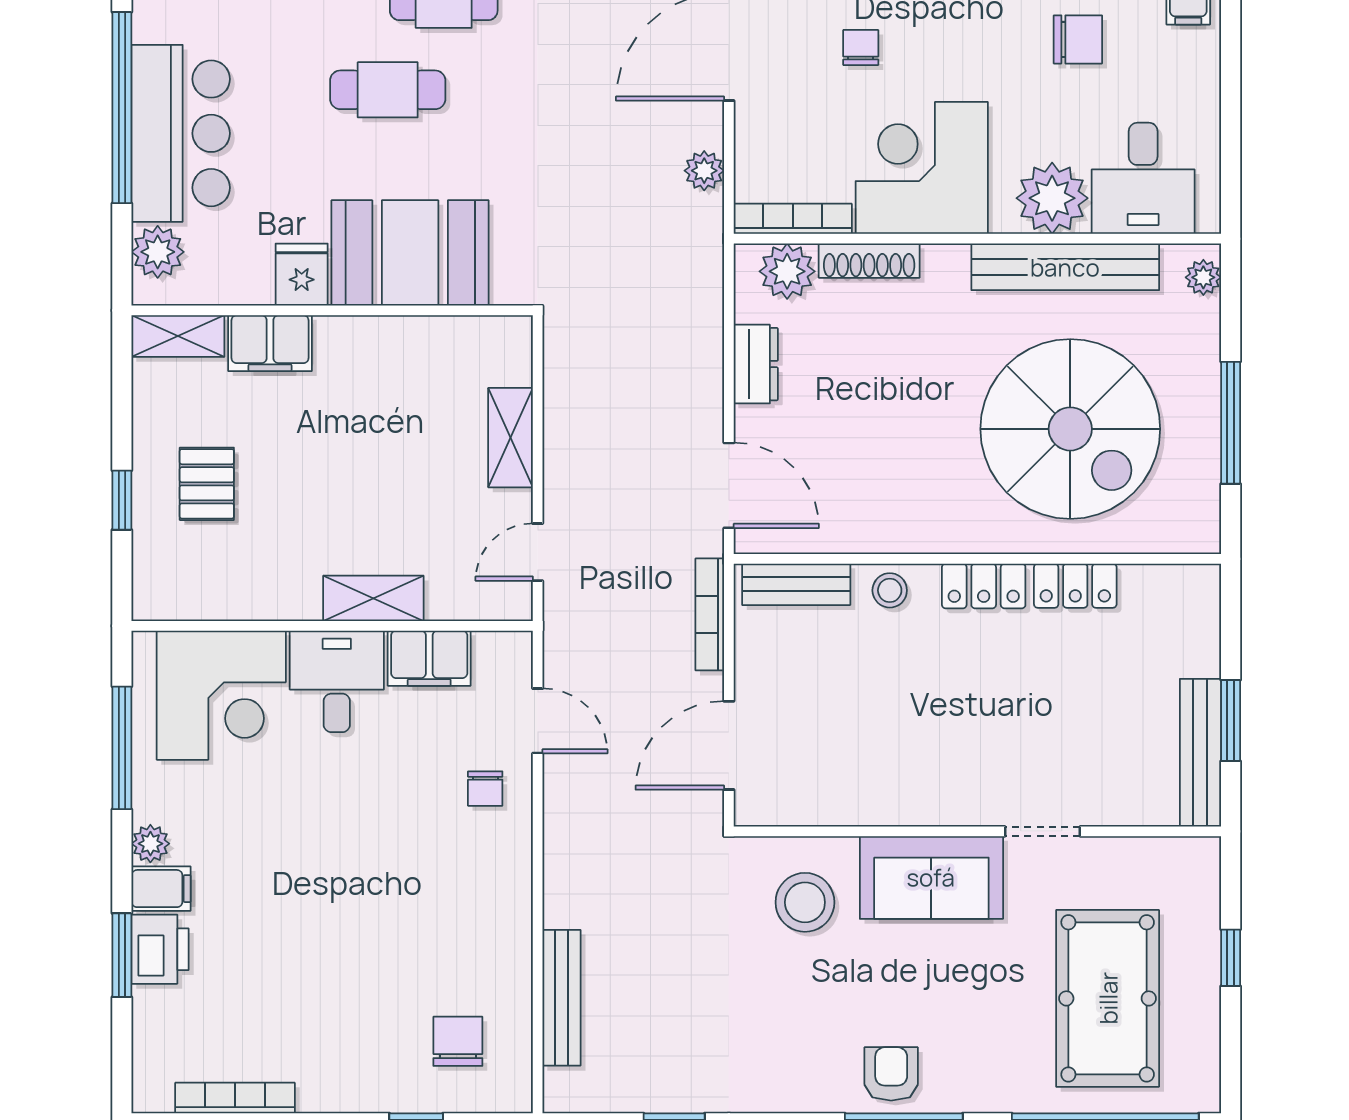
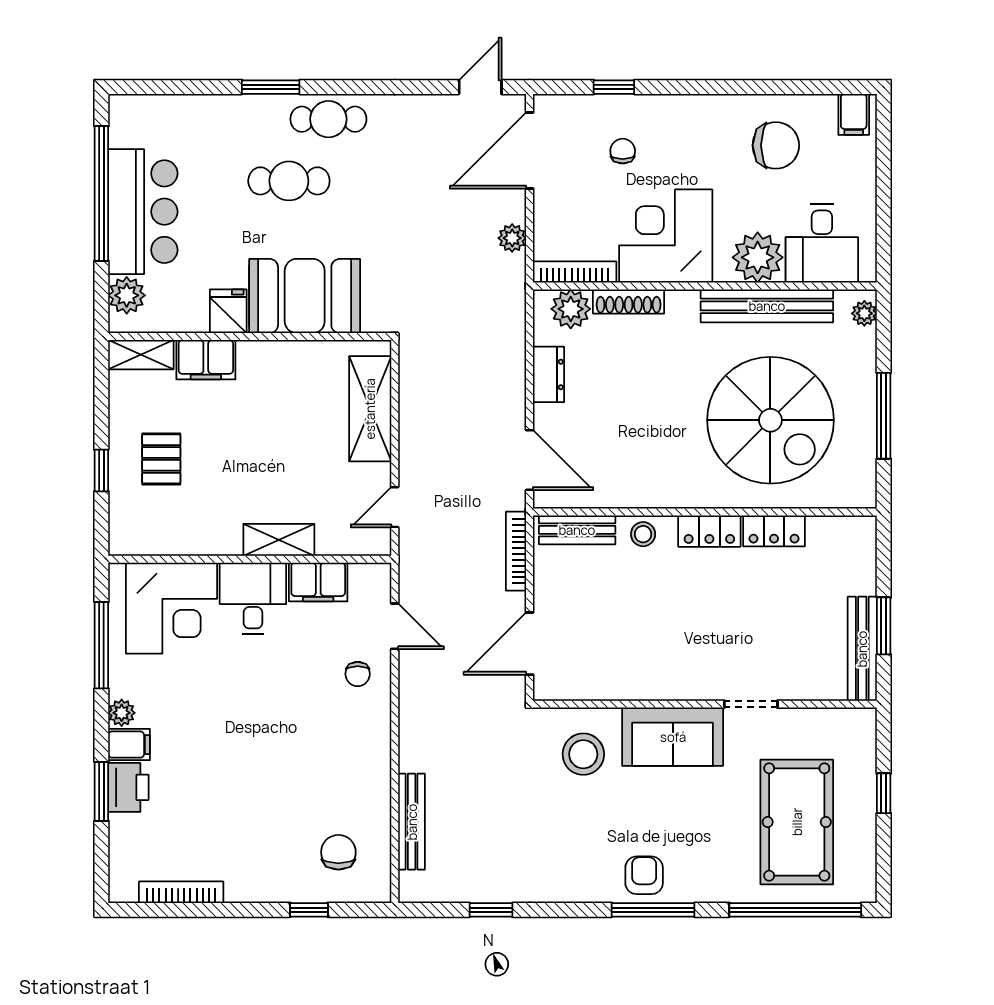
chair: (1078, 39) -> (776, 145), width x1.37, depth x1.37
shelving: (511, 438) -> (370, 409), width x1.50, depth x1.33

